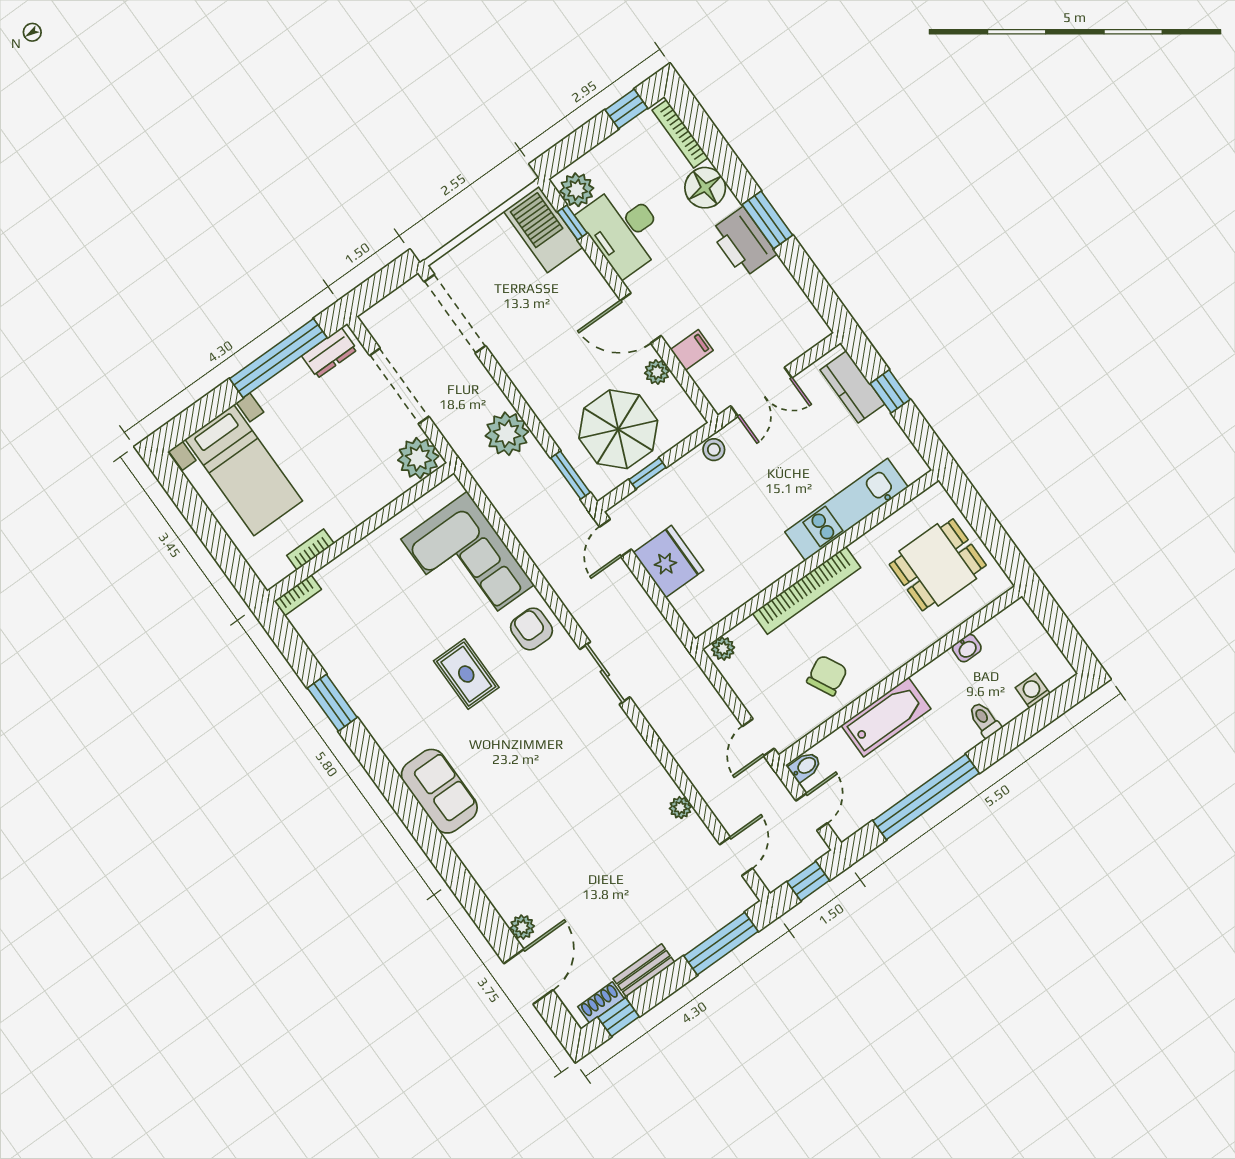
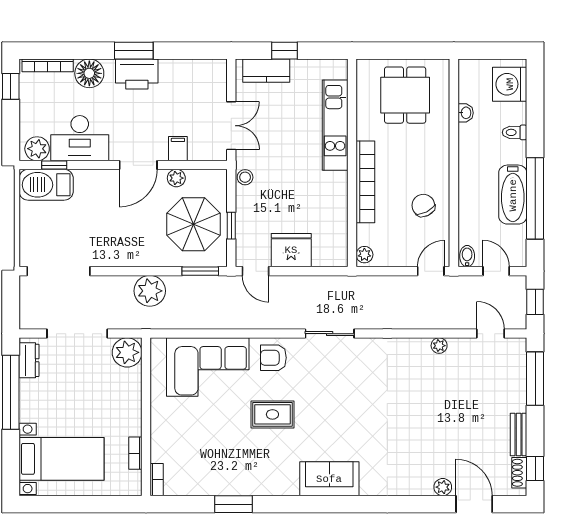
washing machine: (1033, 691) -> (510, 84), width x1.89, depth x1.89
bathtub: (886, 717) -> (513, 195), moved, turned 180
door: (758, 737) -> (431, 271), swing flipped

